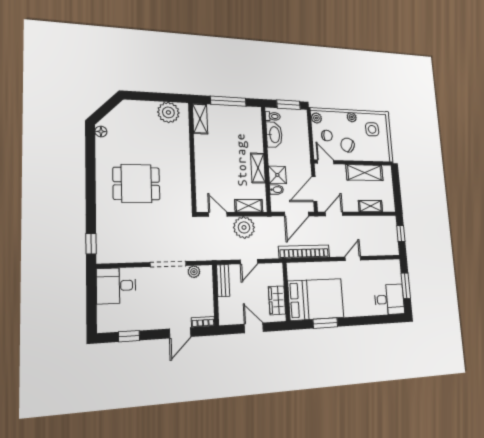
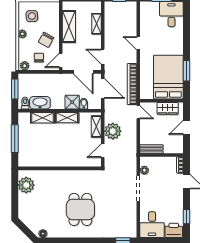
shelving: (200, 119) -> (43, 118), moved
door: (249, 262) -> (138, 112), moved
printer: (108, 318) -> (174, 230), added

